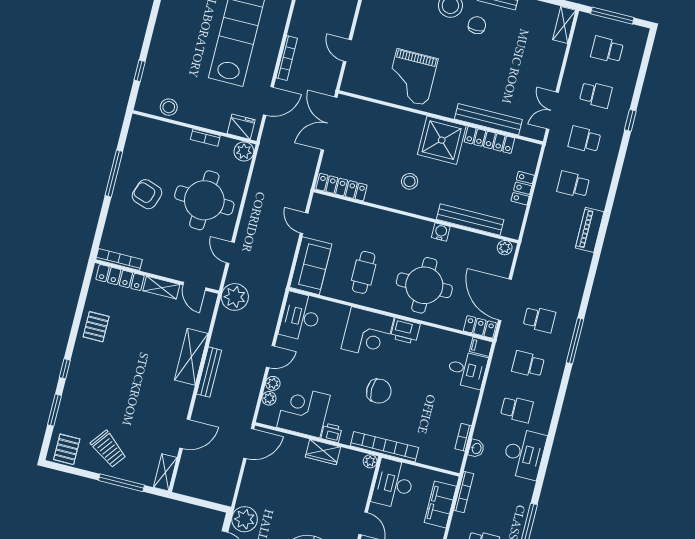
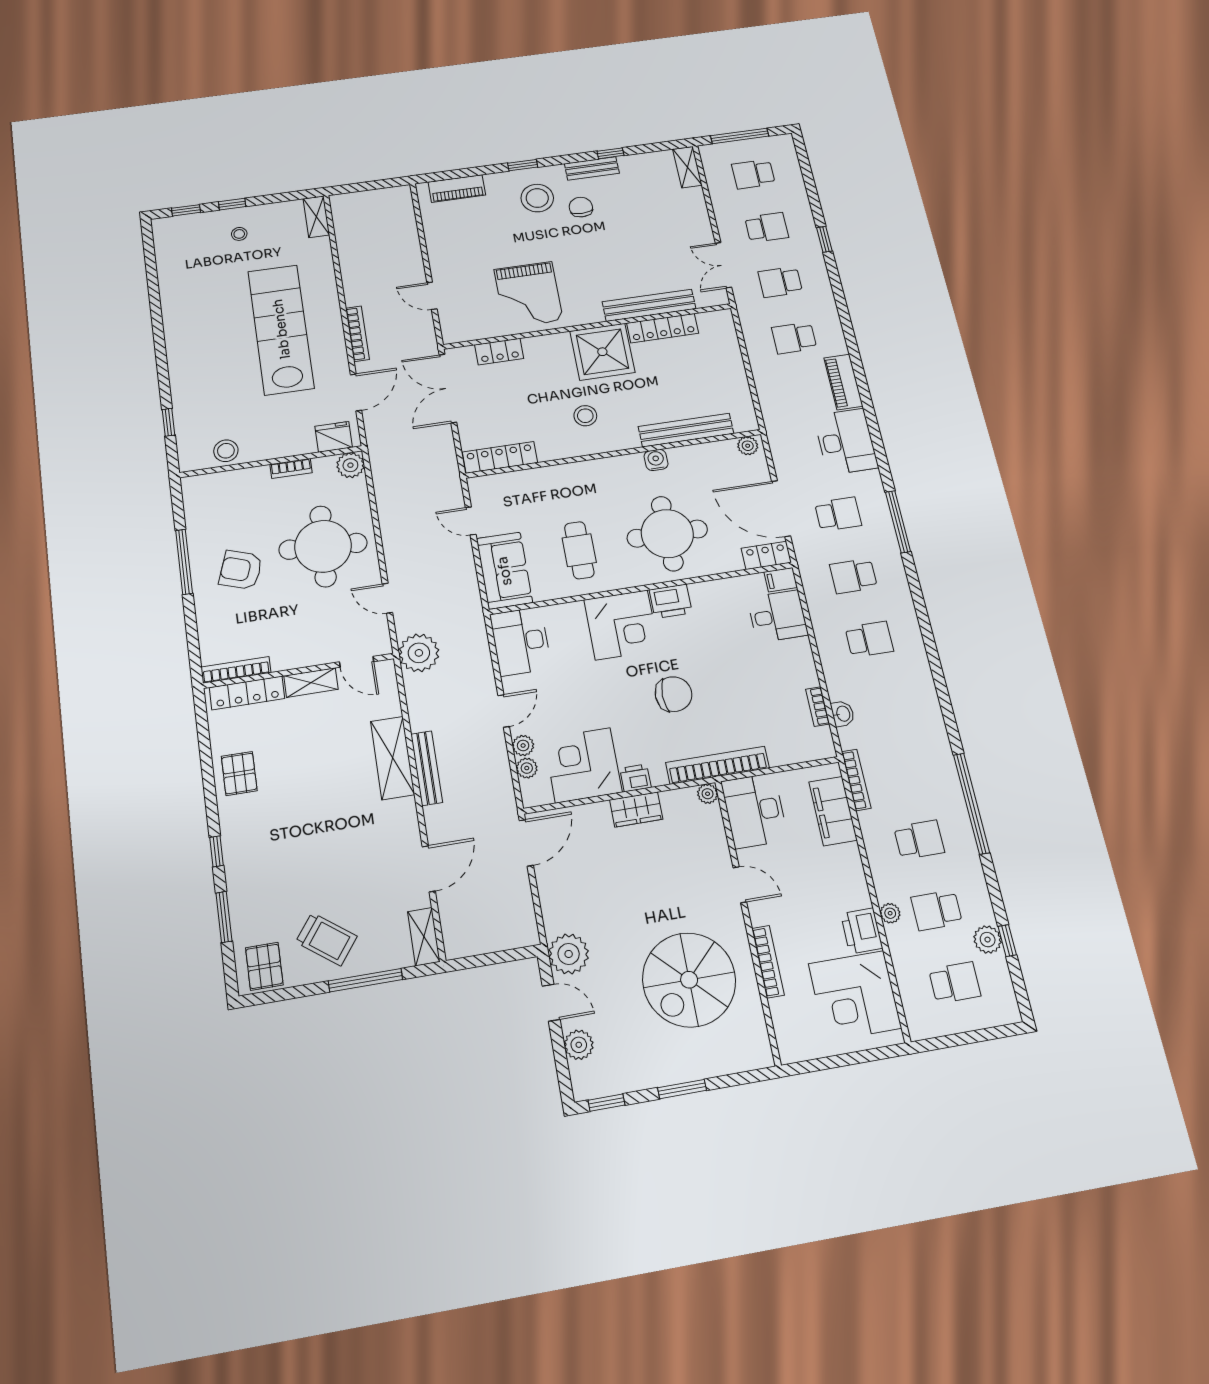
locker: (523, 188) -> (499, 352), moved, turned -90
desk: (524, 454) -> (846, 442), moved

